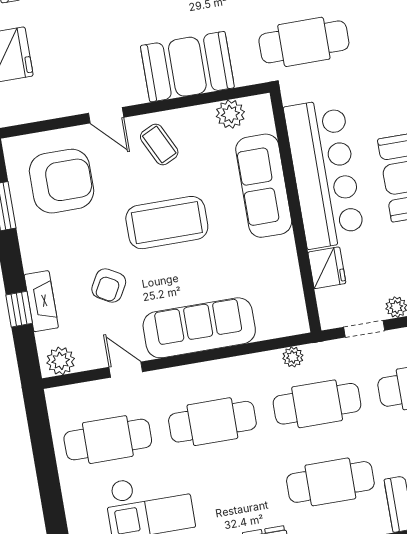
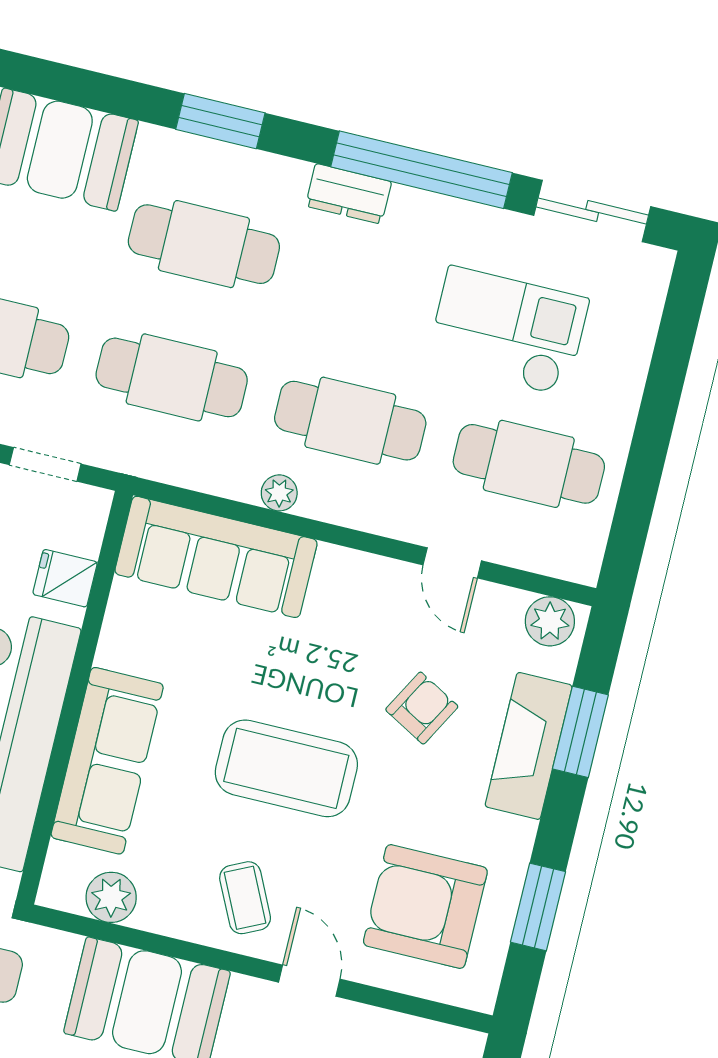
fridge: (327, 268) -> (65, 578), width x0.72
fireplace: (41, 301) -> (529, 746), width x1.37, depth x1.32
window: (19, 309) -> (580, 732), width x1.50
sofa: (199, 328) -> (216, 557), moved
plant: (293, 357) -> (279, 493), moved

